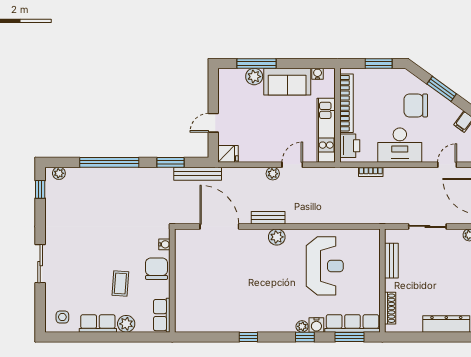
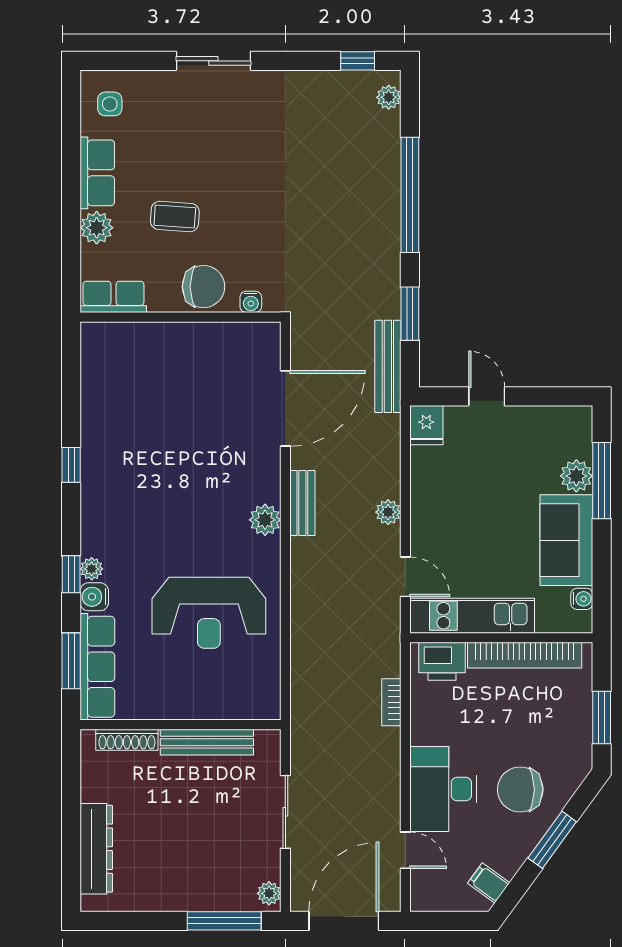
chair: (416, 105) -> (520, 790), turned -90
desk: (400, 145) -> (443, 789), moved
door: (292, 165) -> (405, 577), moved
bench: (391, 261) -> (207, 742), width x1.36

